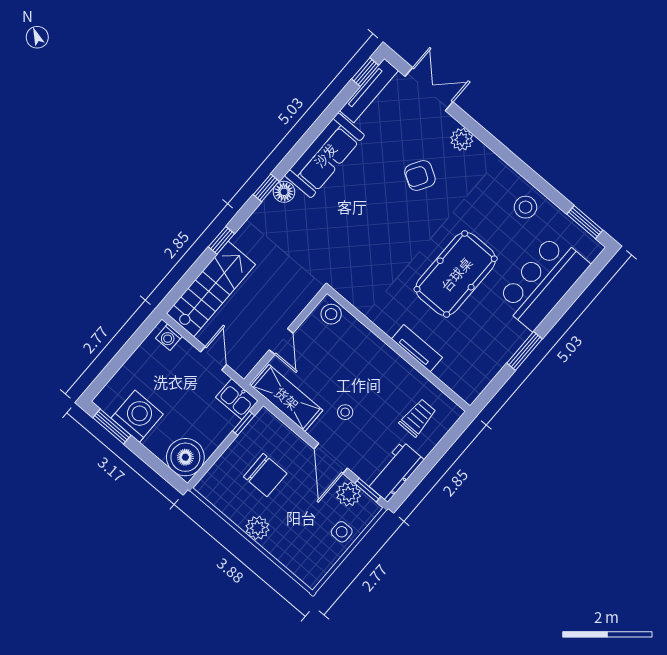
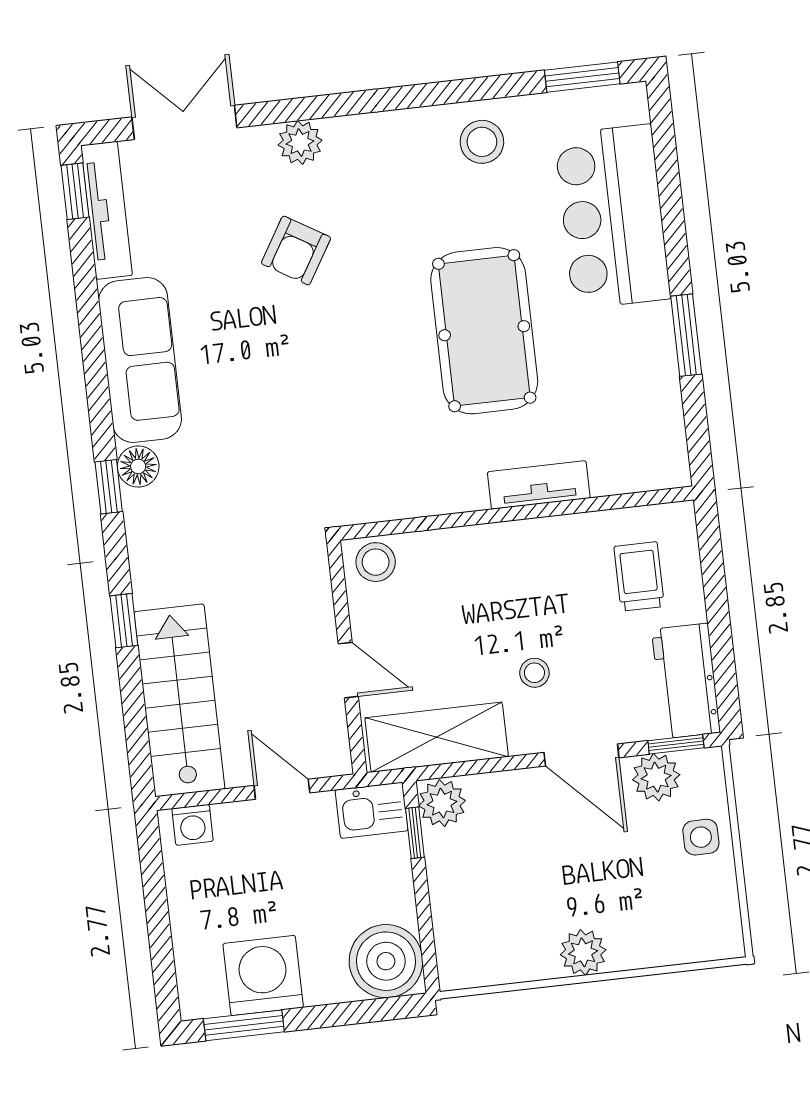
plant: (264, 423) -> (442, 803), added
chair: (265, 475) -> (518, 871), removed

